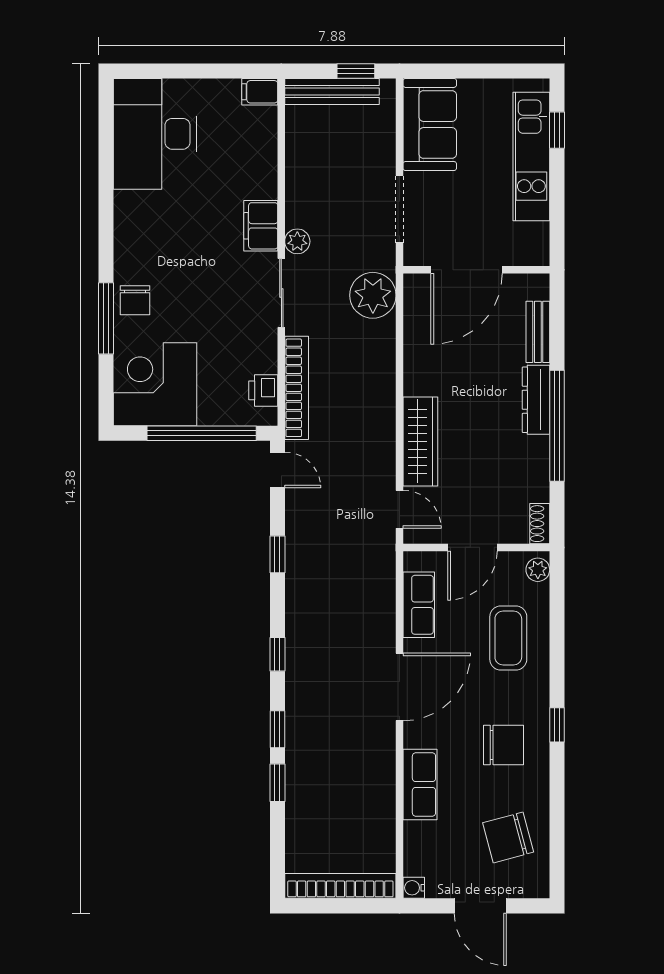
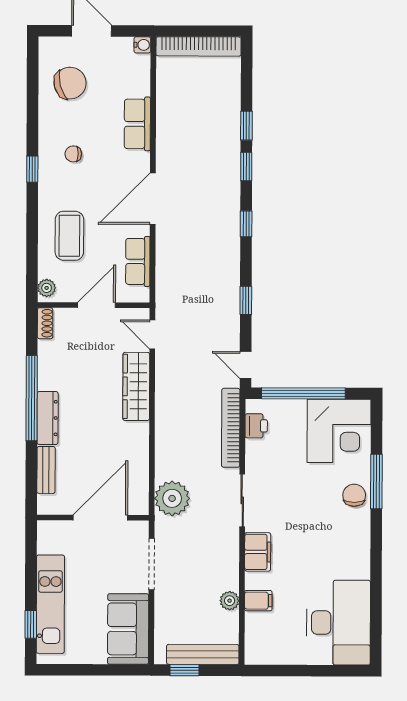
filing cabinet: (260, 92) -> (258, 601), moved
plant: (297, 241) -> (230, 601), moved
chair: (504, 745) -> (73, 154), width x0.54, depth x0.54

